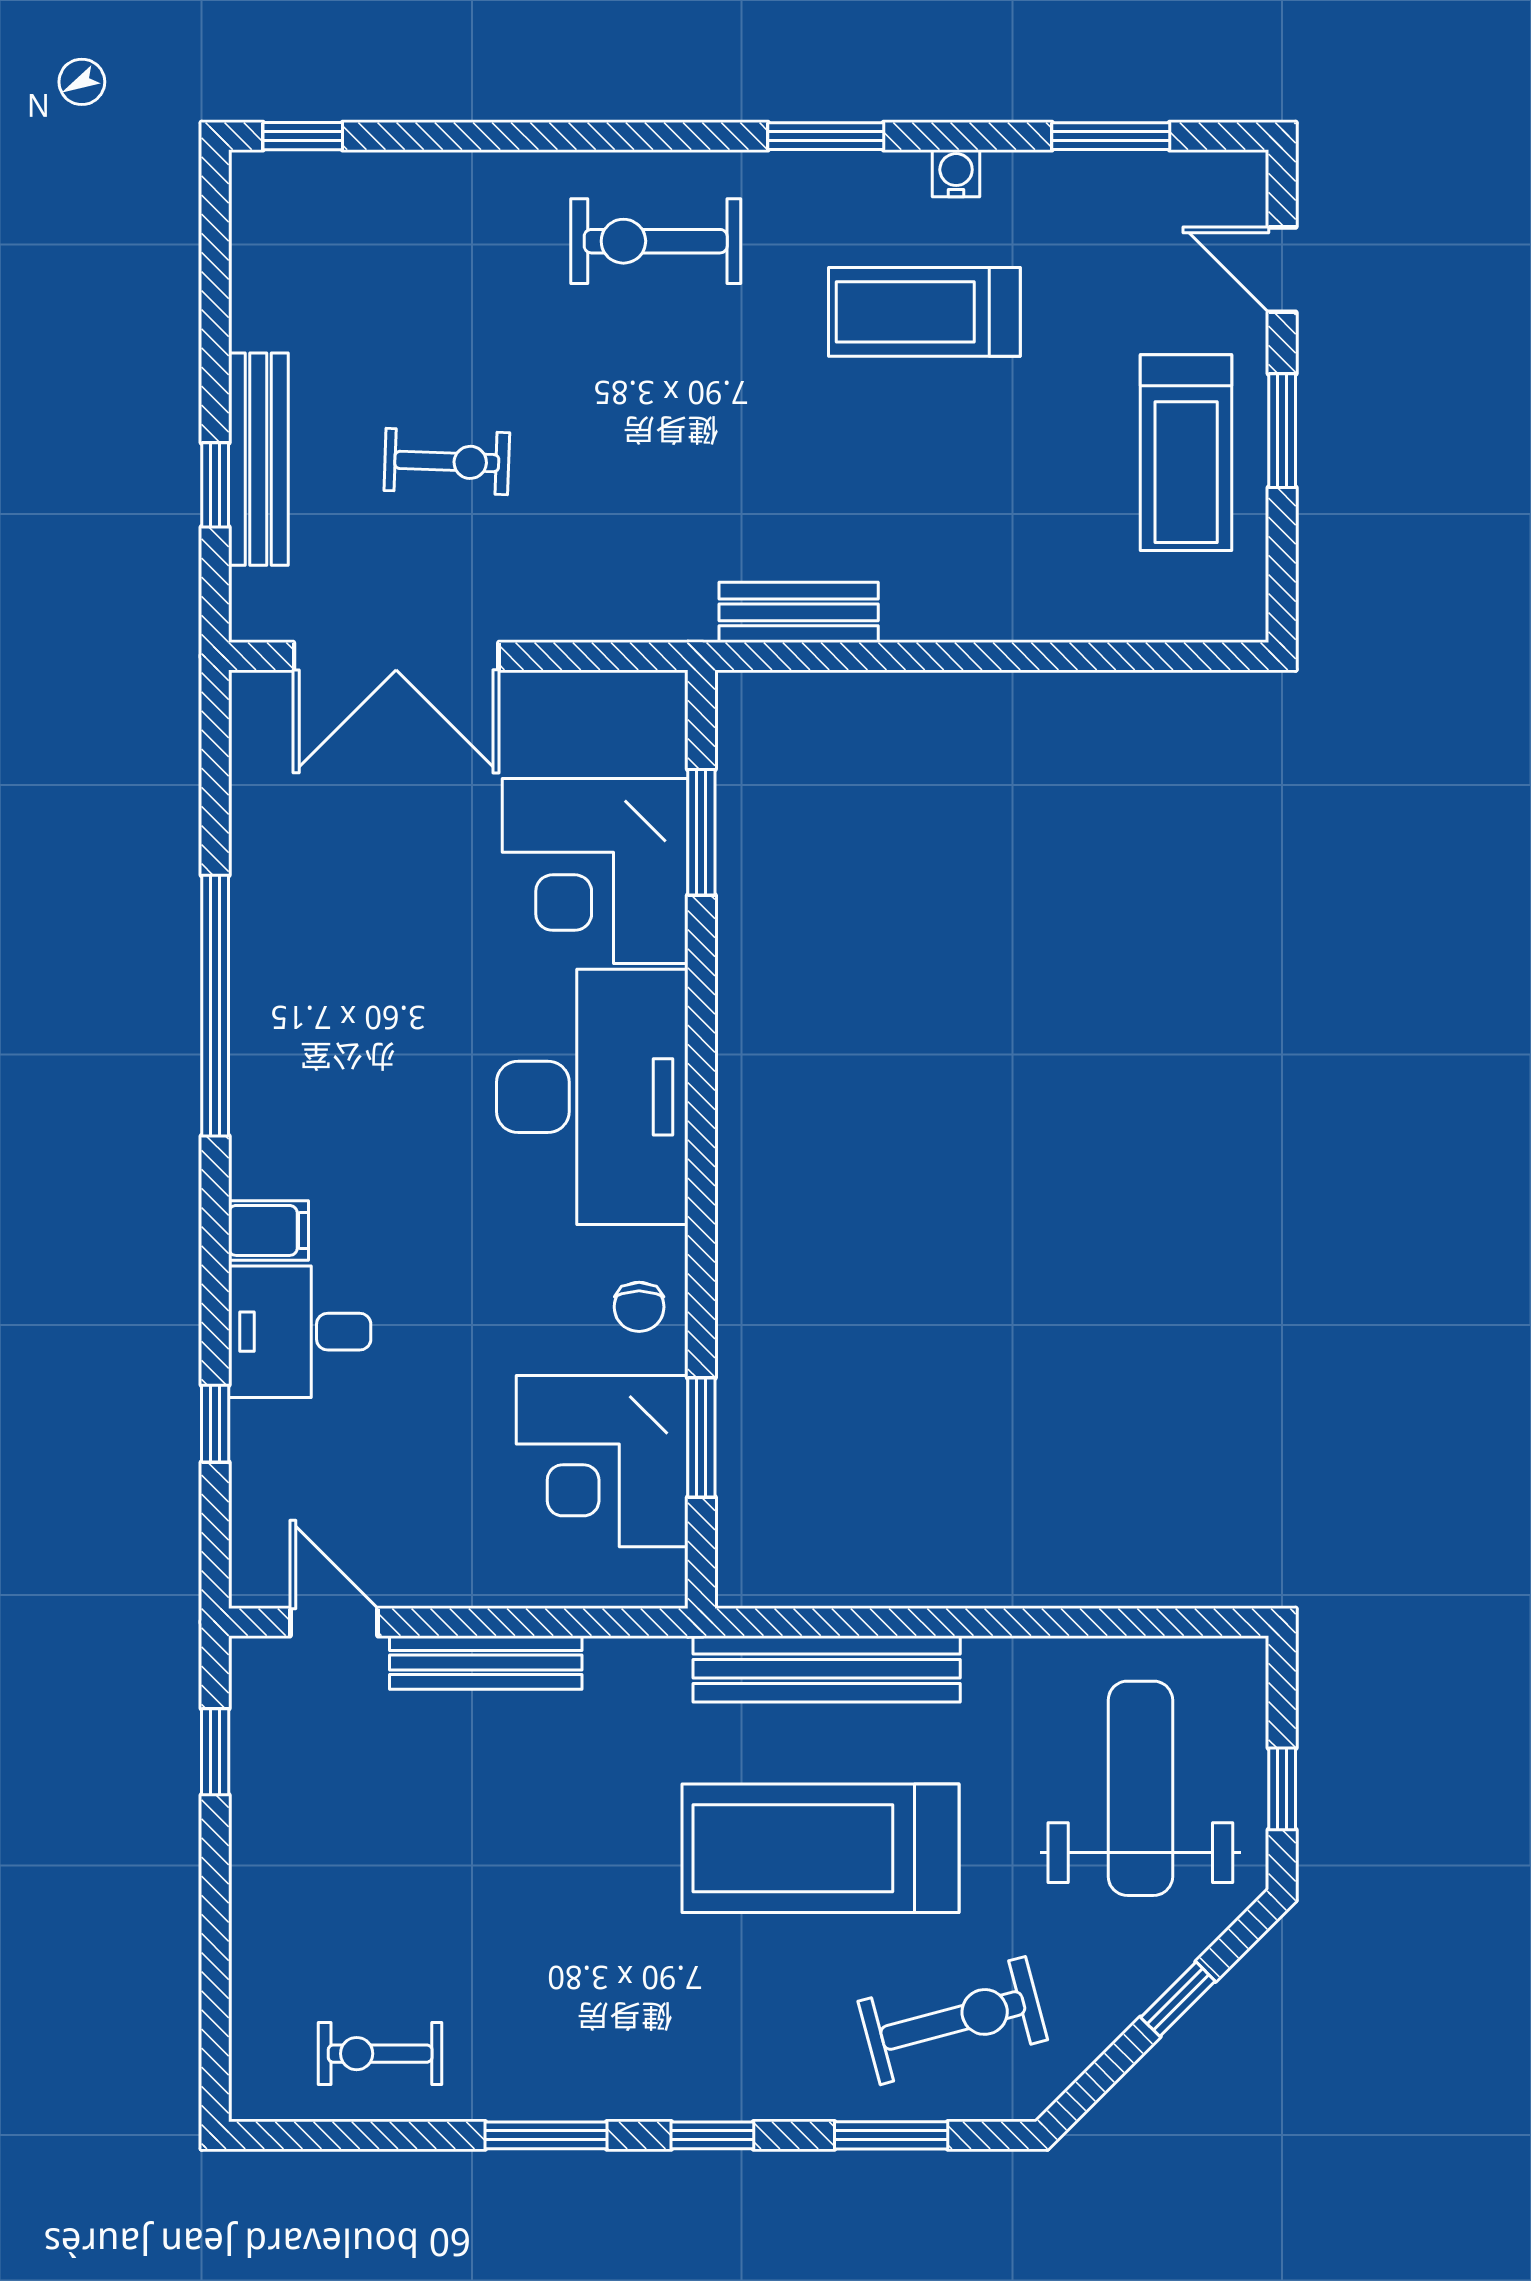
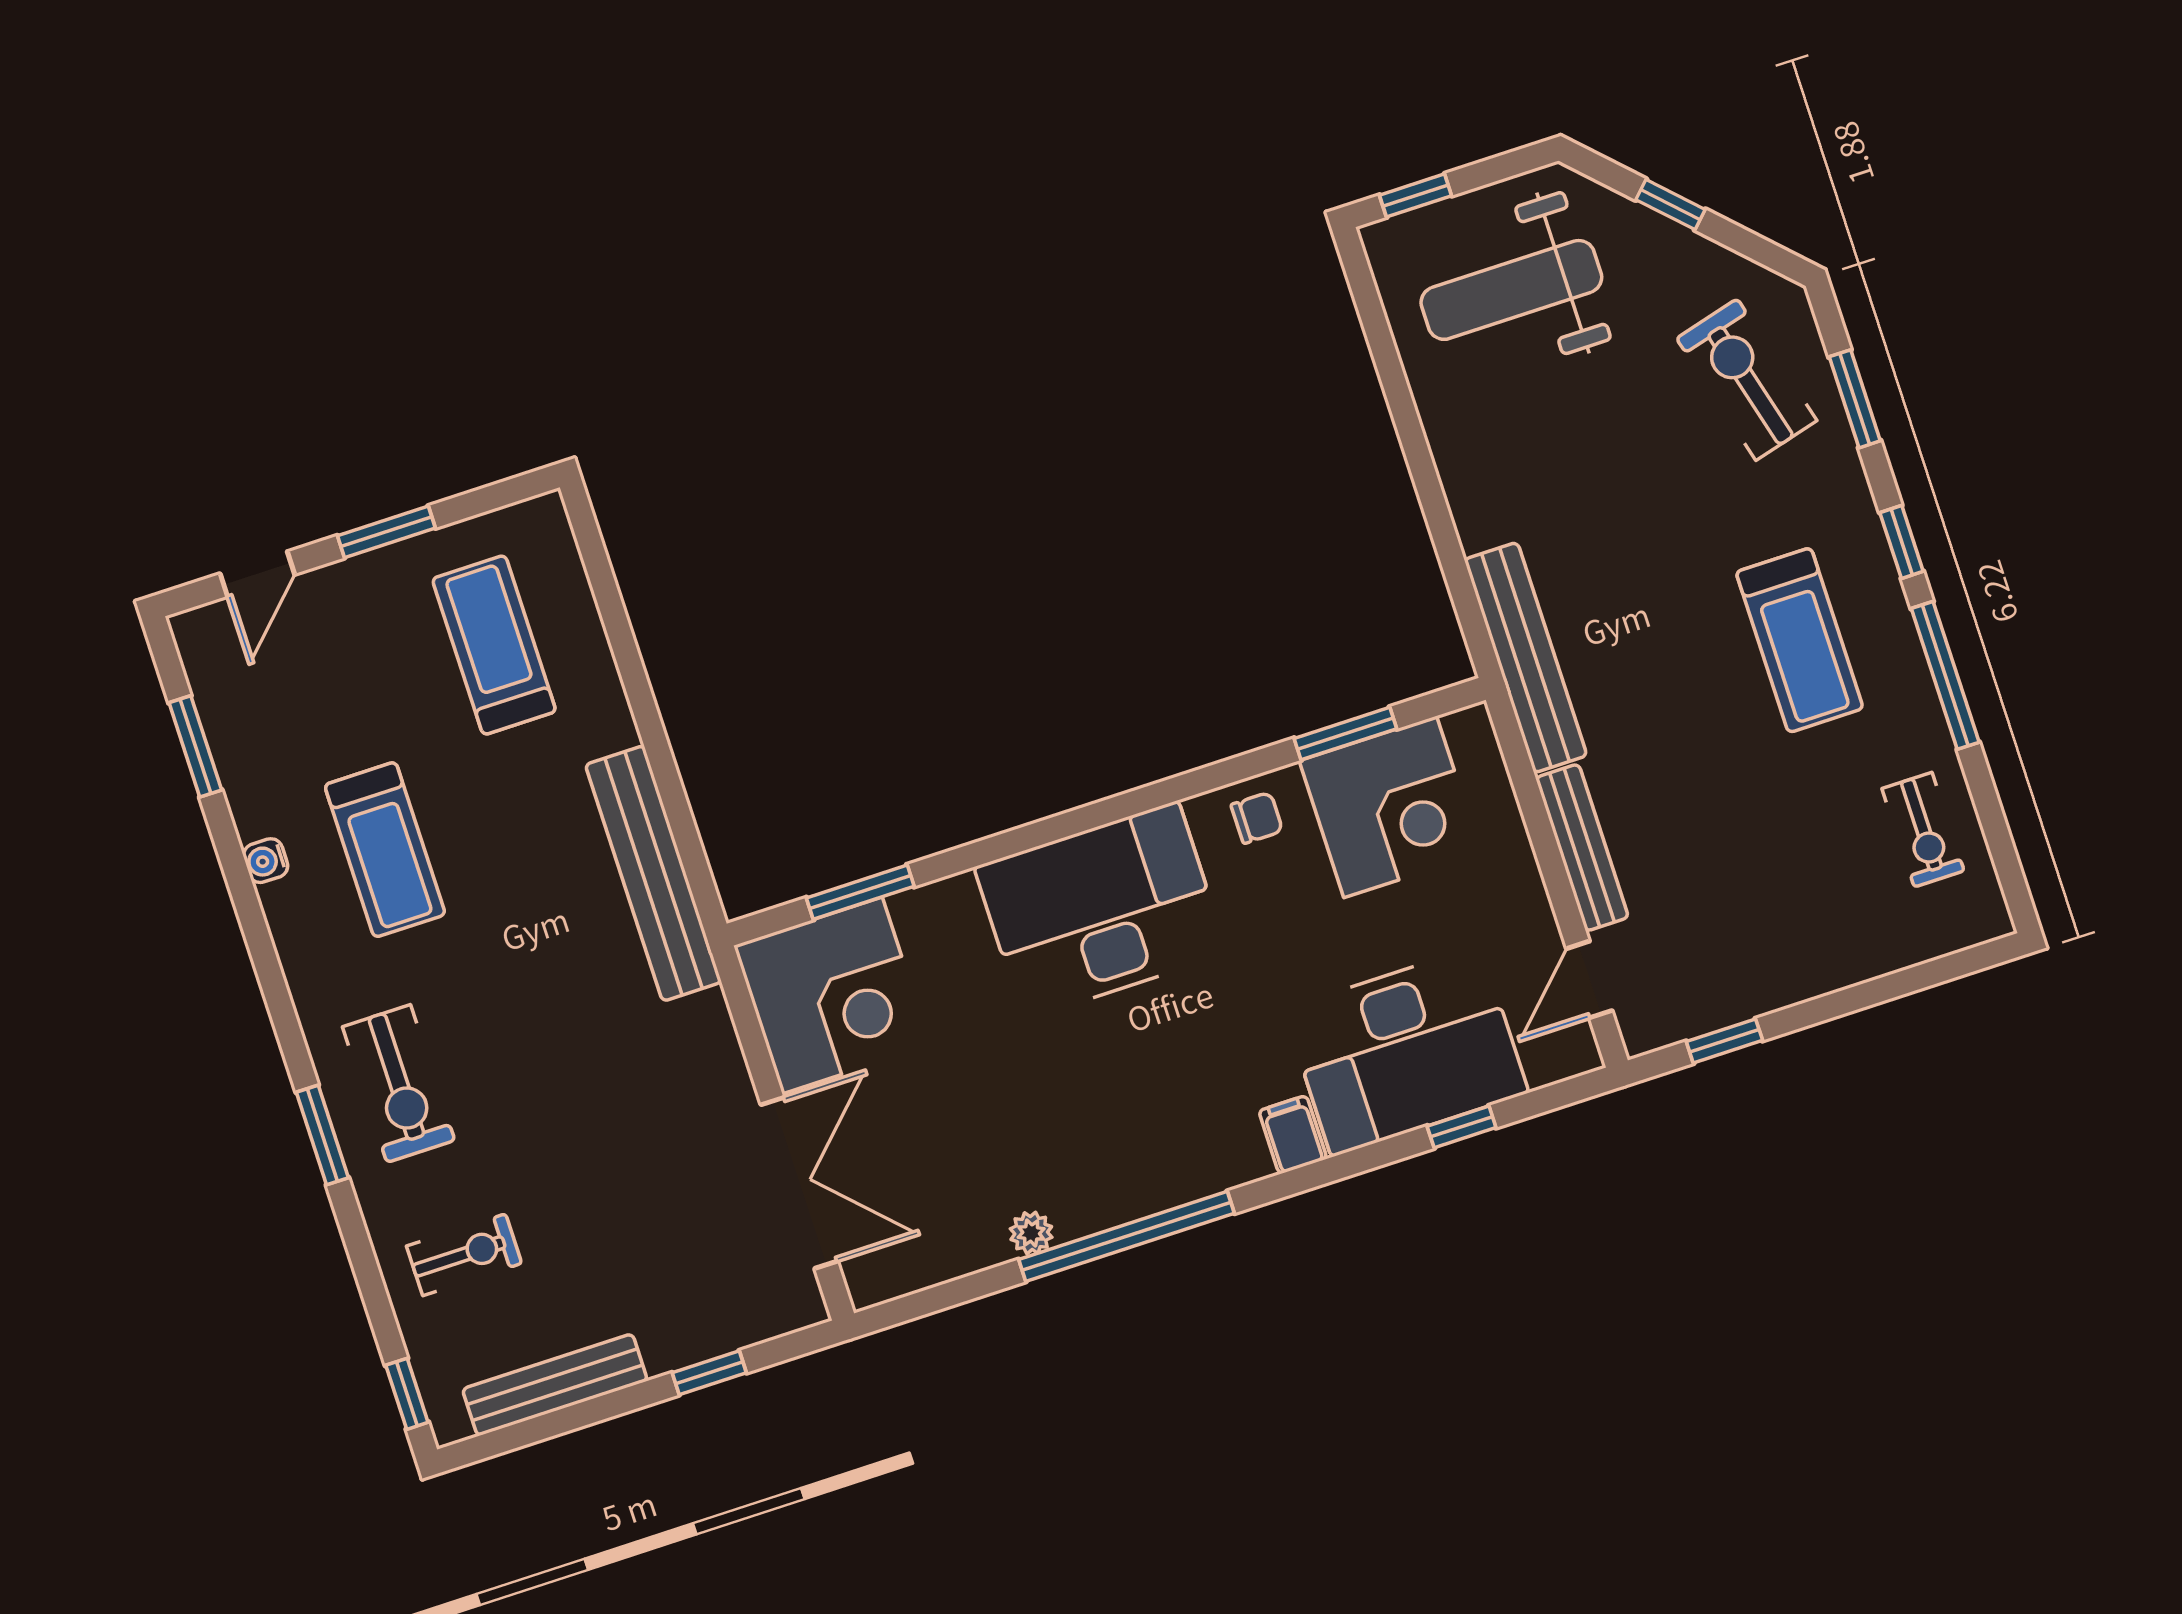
window: (826, 136) -> (322, 1135), moved
treadmill: (1186, 453) -> (494, 645), moved, turned -90
bench: (258, 459) -> (555, 1385), moved
exercise bike: (447, 462) -> (464, 1255), moved, turned 88
bench: (799, 612) -> (653, 873), width x1.86, depth x1.21
corner desk: (595, 871) -> (832, 995), moved
plant: (254, 899) -> (1031, 1233), added
desk: (300, 1332) -> (1406, 1051), width x1.87, depth x1.30
bench: (827, 1669) -> (1526, 658), moved
window: (1282, 1789) -> (1416, 195), moved
treadmill: (821, 1848) -> (1800, 640), moved, width x0.73, depth x0.73
window: (546, 2135) -> (1945, 675), width x1.44

